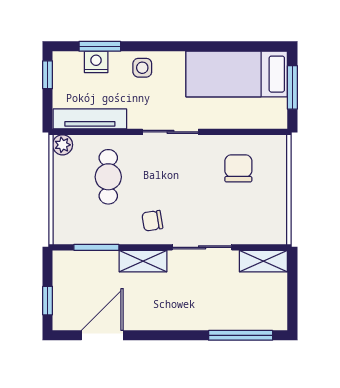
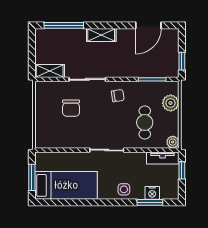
window: (48, 75) -> (182, 170), moved
tv unit: (90, 119) -> (163, 158), width x0.71
chair: (238, 168) -> (71, 108), moved
plant: (66, 209) -> (171, 103), added
shelving: (143, 261) -> (101, 35), moved
window: (48, 301) -> (182, 61), moved

